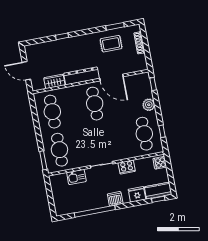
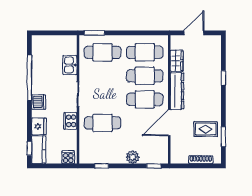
rug: (111, 44) -> (206, 129), turned 90
cafe table: (73, 108) -> (145, 76), added
cafe table: (144, 134) -> (102, 123), moved

